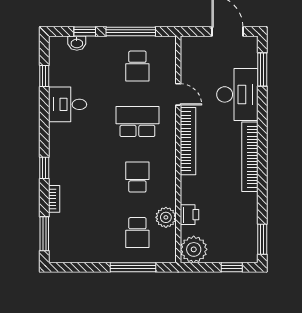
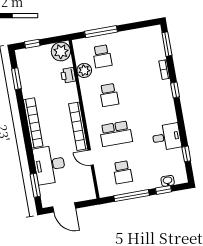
school desk: (137, 66) -> (123, 172), turned 180
school desk: (137, 233) -> (102, 56), turned 180
window: (262, 239) -> (16, 79), moved

